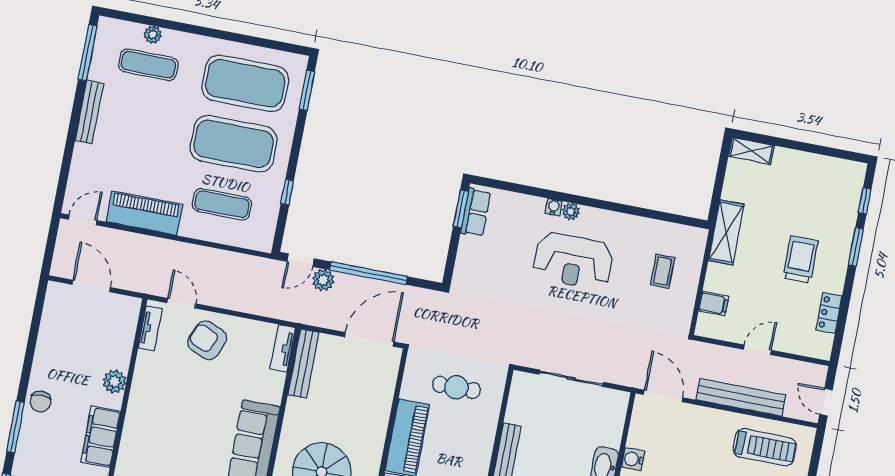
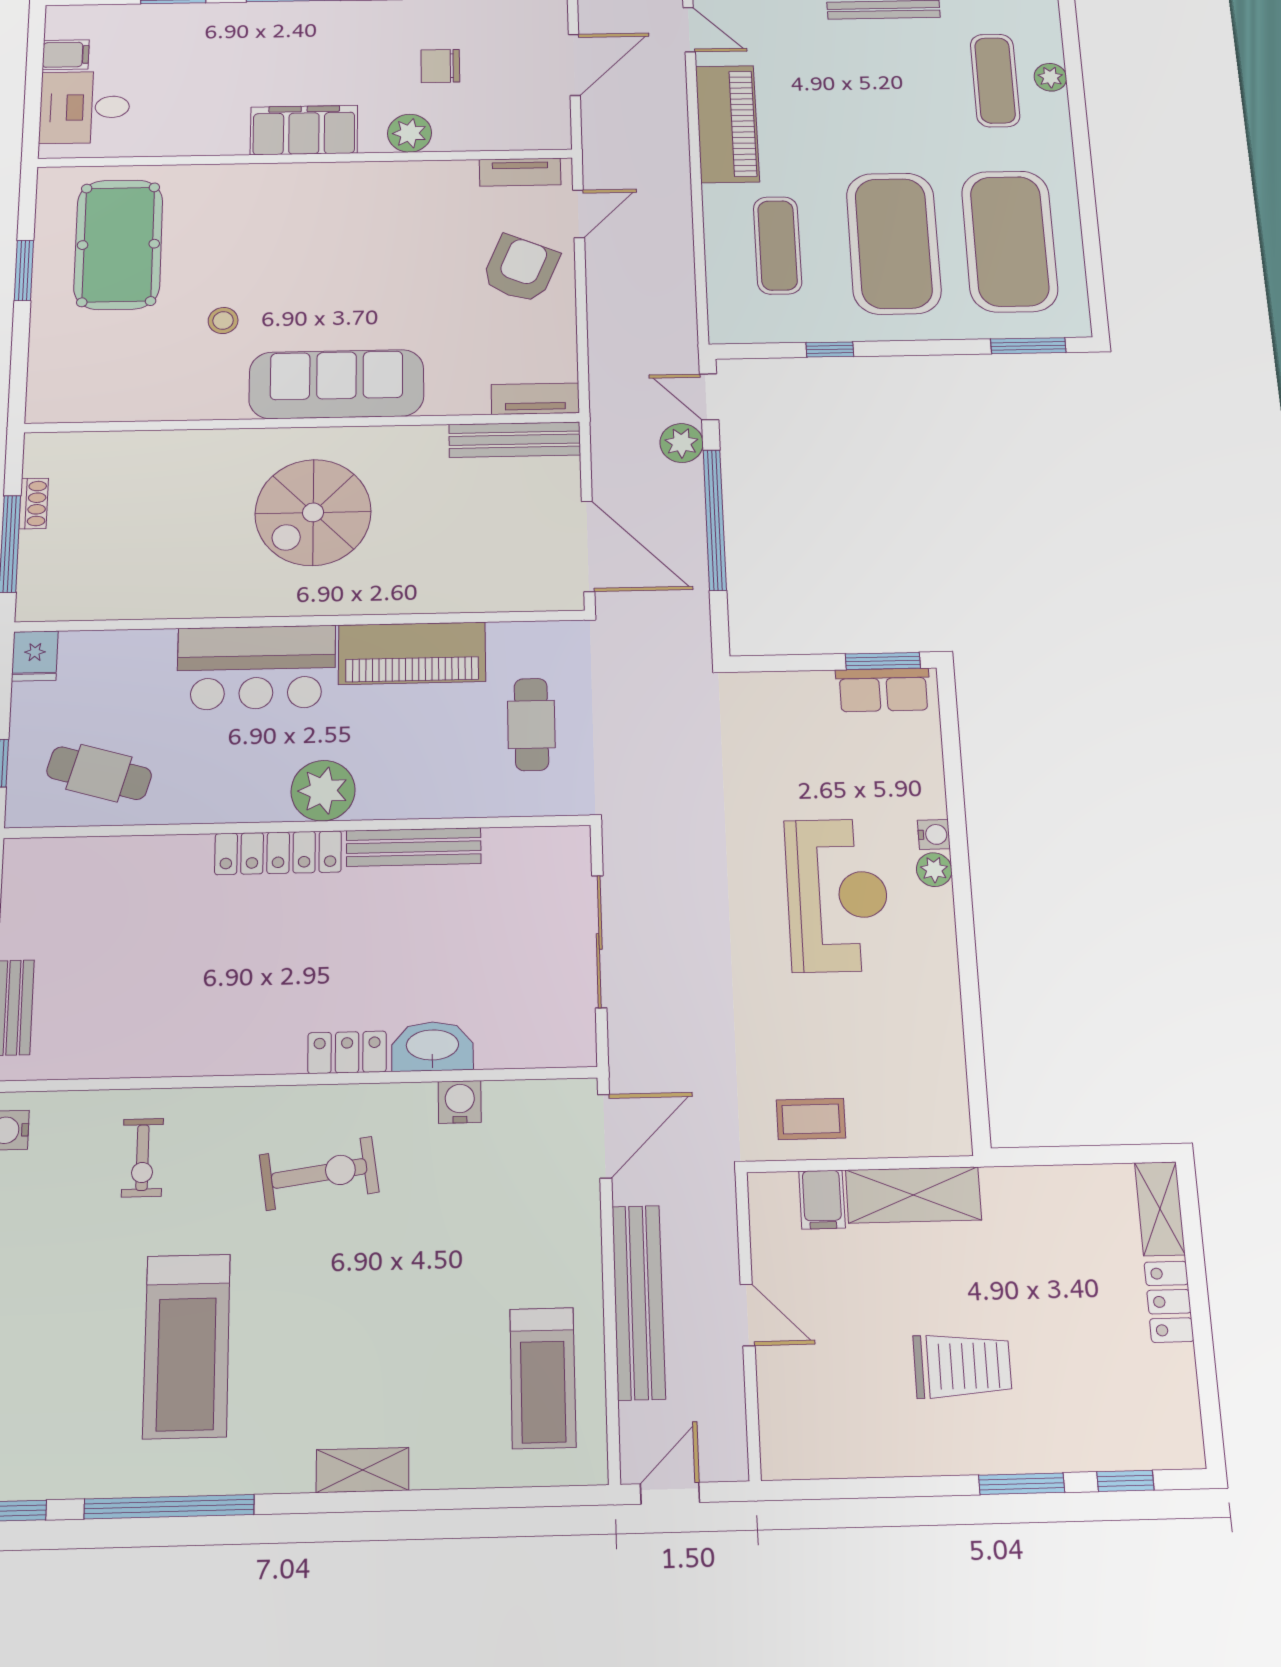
shelving: (726, 232) -> (913, 1195), moved
reception desk: (573, 261) -> (837, 895), turned 180
coffee table: (662, 271) -> (811, 1119), moved
locker: (829, 313) -> (1169, 1302), moved, turned -90
chair: (41, 402) -> (440, 66), moved

